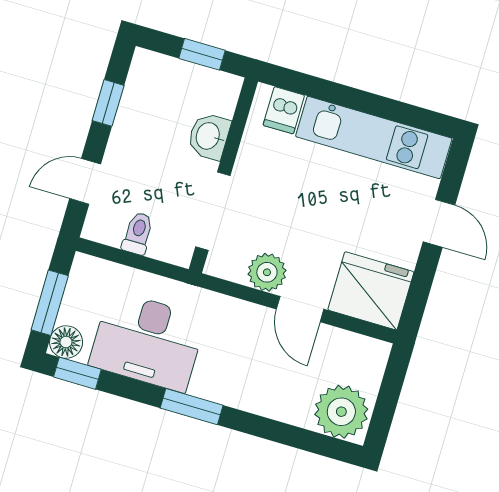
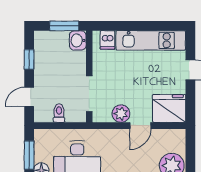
window: (202, 54) -> (64, 26), width x1.50
washbasin: (209, 136) -> (78, 40), moved
door: (300, 309) -> (140, 126), hinge flipped

